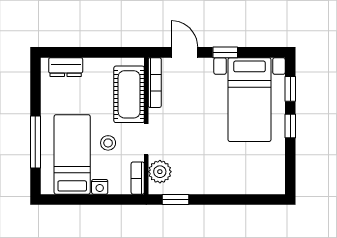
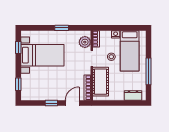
door: (185, 52) -> (72, 103), swing flipped
bed with nightstands: (250, 100) -> (42, 55), moved, turned 90
window: (290, 126) -> (18, 48), moved
window: (35, 142) -> (148, 71), moved
window: (175, 199) -> (62, 28), moved

